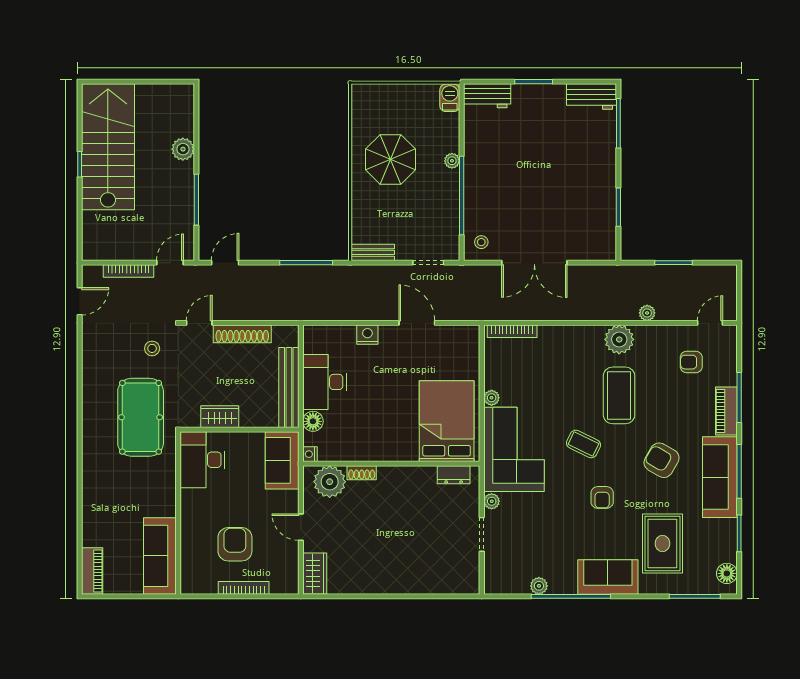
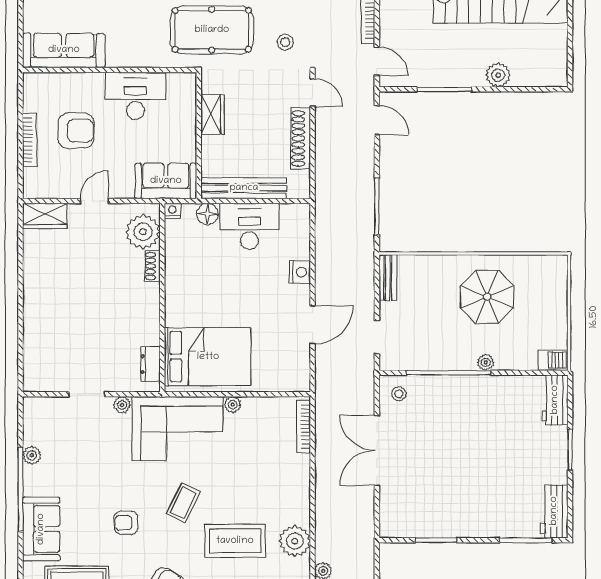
desk: (202, 460) -> (136, 96), moved

